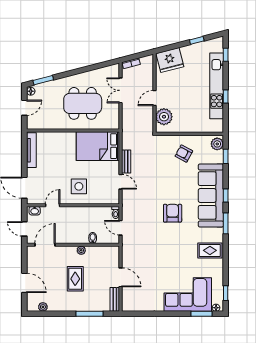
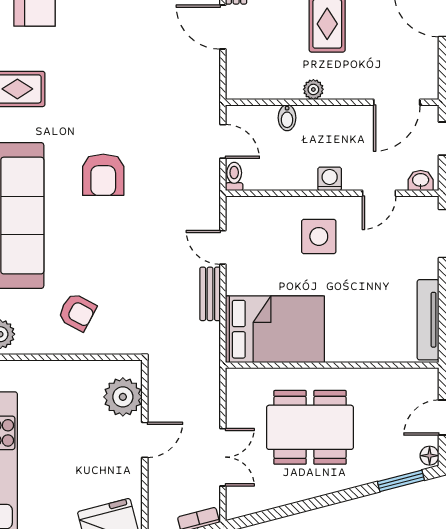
washing machine: (74, 211) -> (330, 179), added

